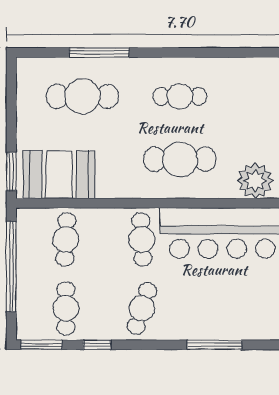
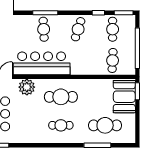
booth: (59, 175) -> (124, 97), moved, turned 90
cafe table: (142, 239) -> (44, 29), moved

